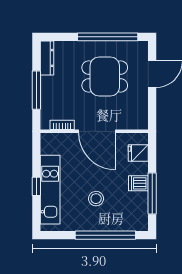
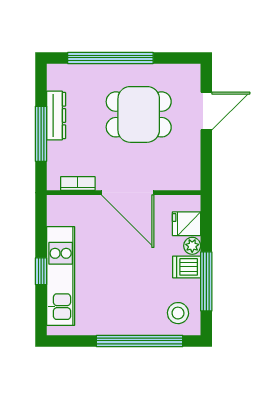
window: (108, 37) -> (110, 58), moved
dresser: (47, 58) -> (56, 115), moved
plant: (142, 168) -> (192, 246), added
stool: (96, 199) -> (178, 313), moved

